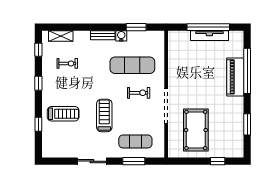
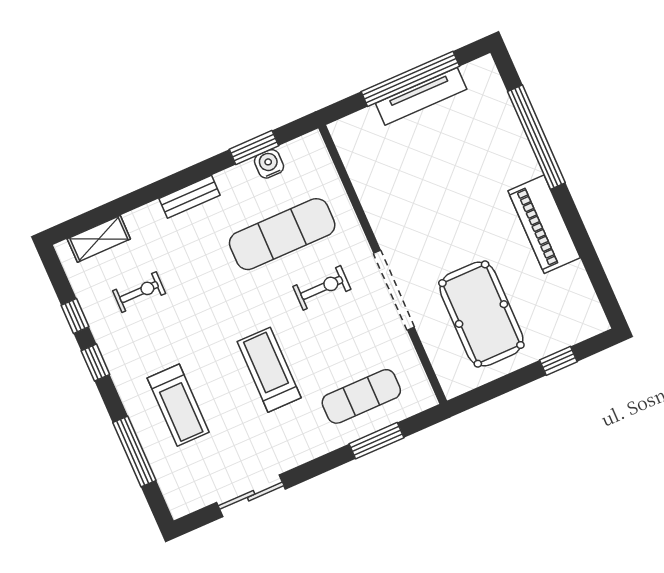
water cooler: (121, 36) -> (269, 164), moved
window: (38, 50) -> (75, 316), moved
piano: (235, 77) -> (544, 224), moved
treadmill: (63, 114) -> (178, 405), turned 90
window: (38, 124) -> (134, 452), width x2.17
window: (247, 124) -> (587, 253), removed
sliding door: (92, 161) -> (251, 496), moved

